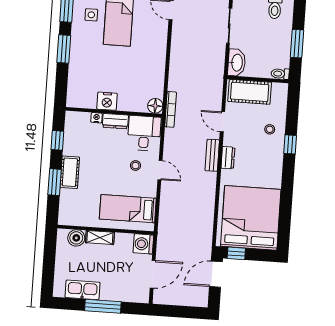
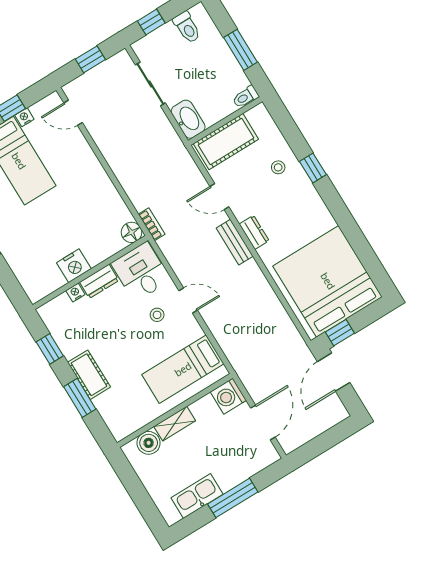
bookcase: (171, 109) -> (152, 224), width x0.64

